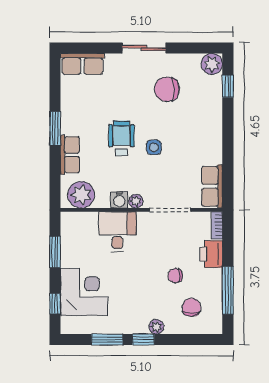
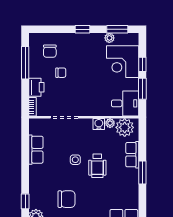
row of seats: (212, 186) -> (36, 150), moved
plant: (136, 201) -> (110, 123), moved
desk: (117, 232) -> (125, 103), moved, turned -90
window: (55, 304) -> (142, 64), moved
plant: (156, 327) -> (109, 38), moved
window: (107, 340) -> (117, 29), moved

